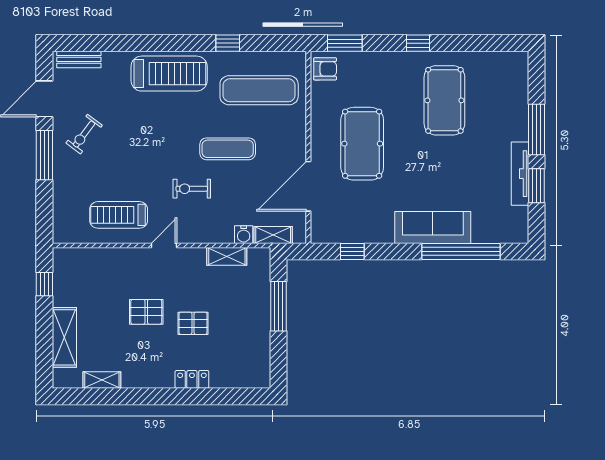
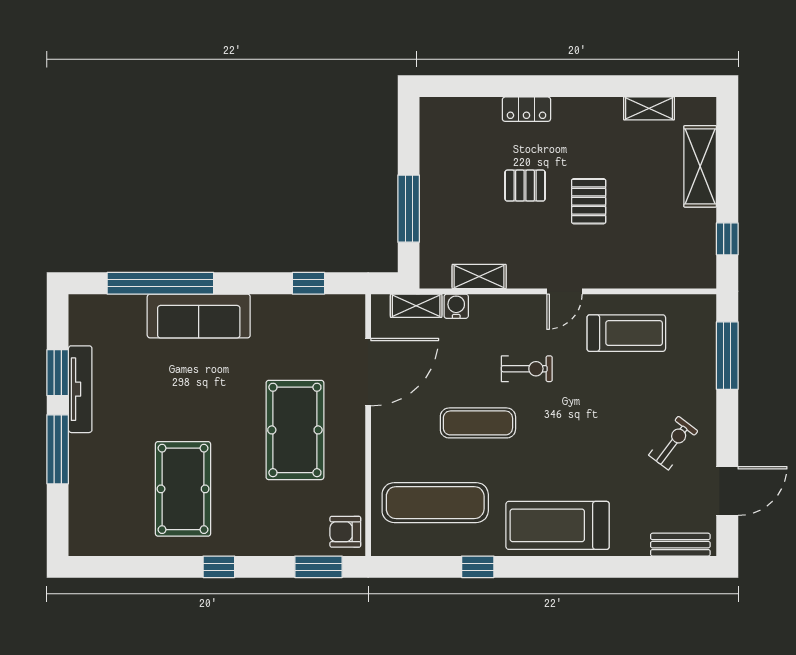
window: (44, 155) -> (727, 356), moved
pallet: (146, 312) -> (589, 201), turned 90

